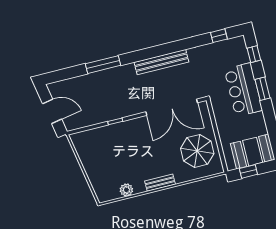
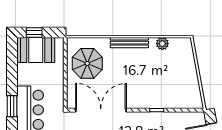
window: (248, 171) -> (34, 32), moved
bench: (160, 183) -> (129, 43), width x1.36

